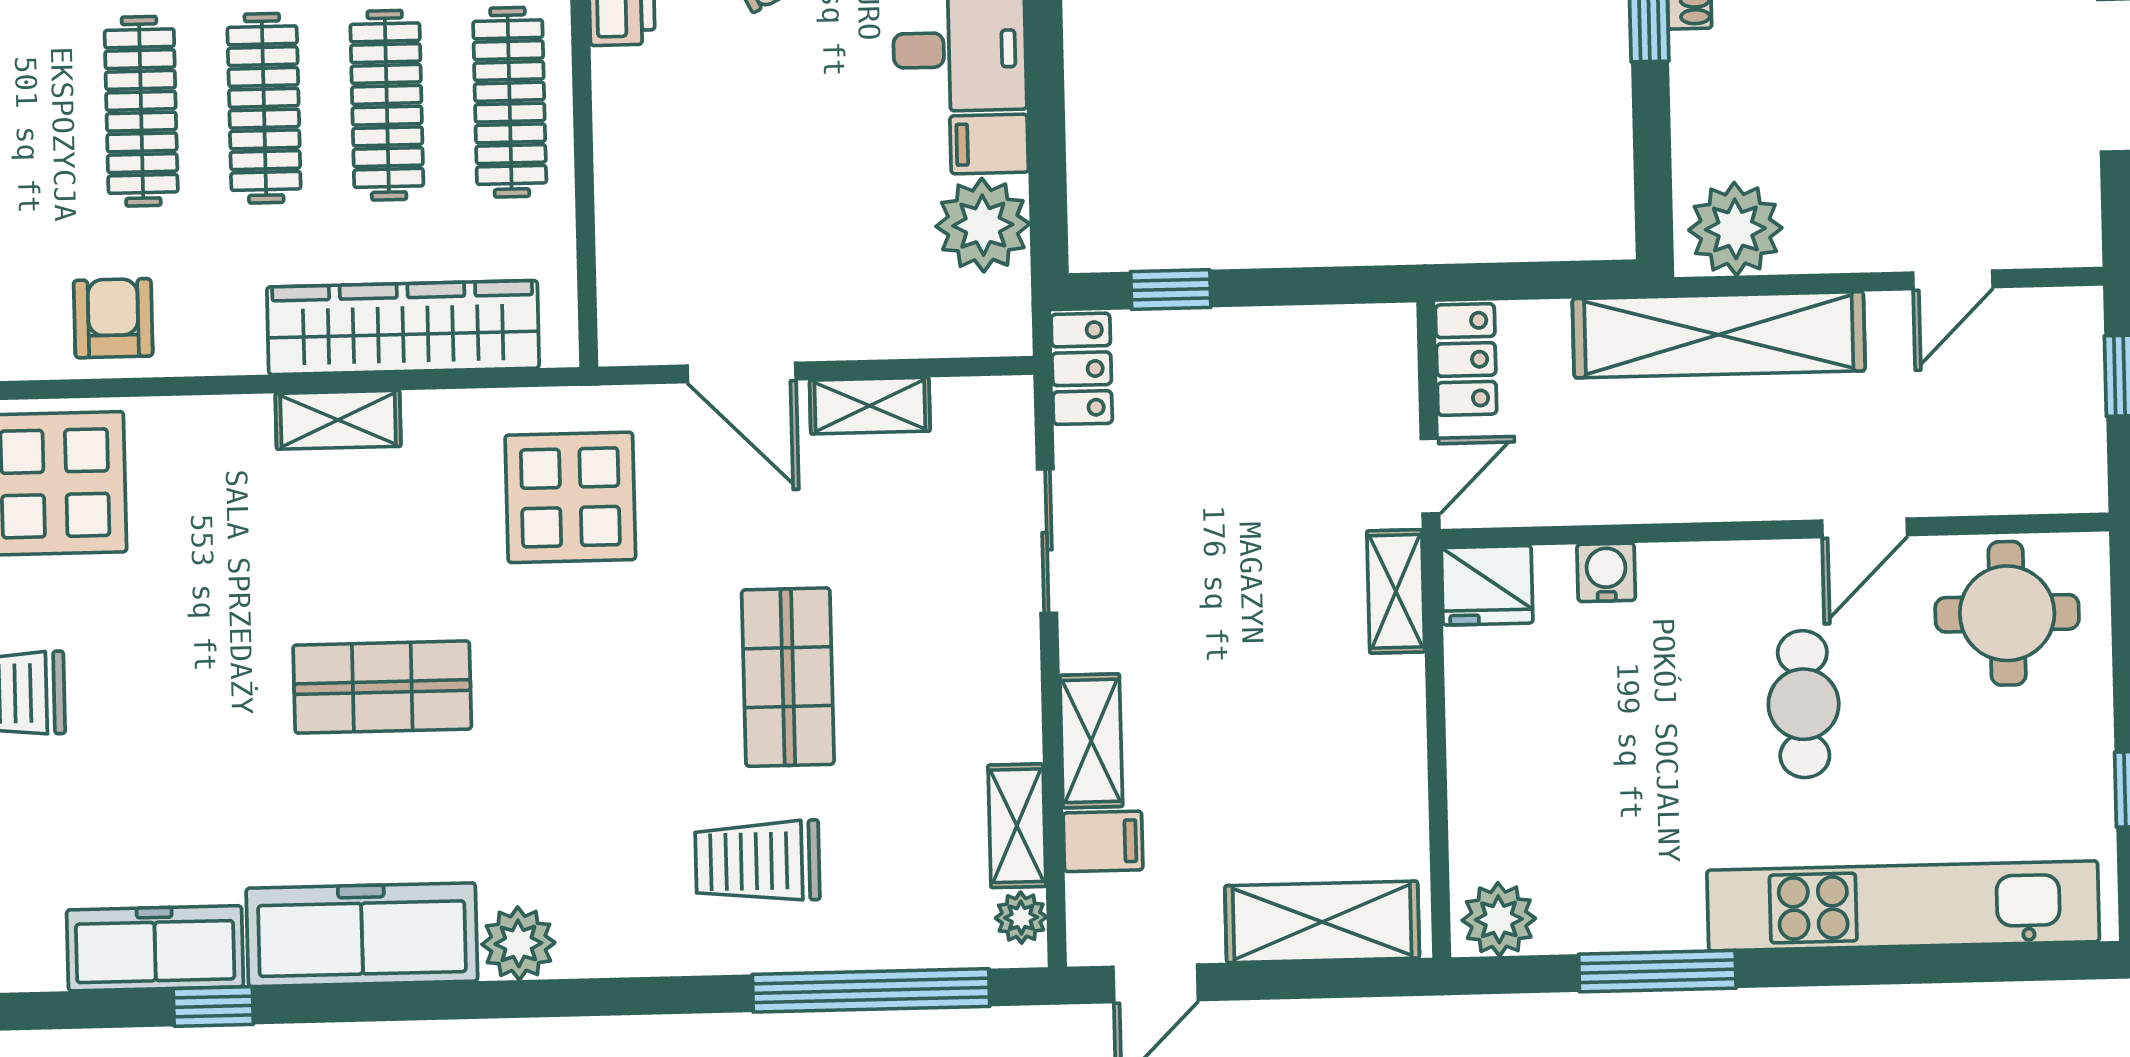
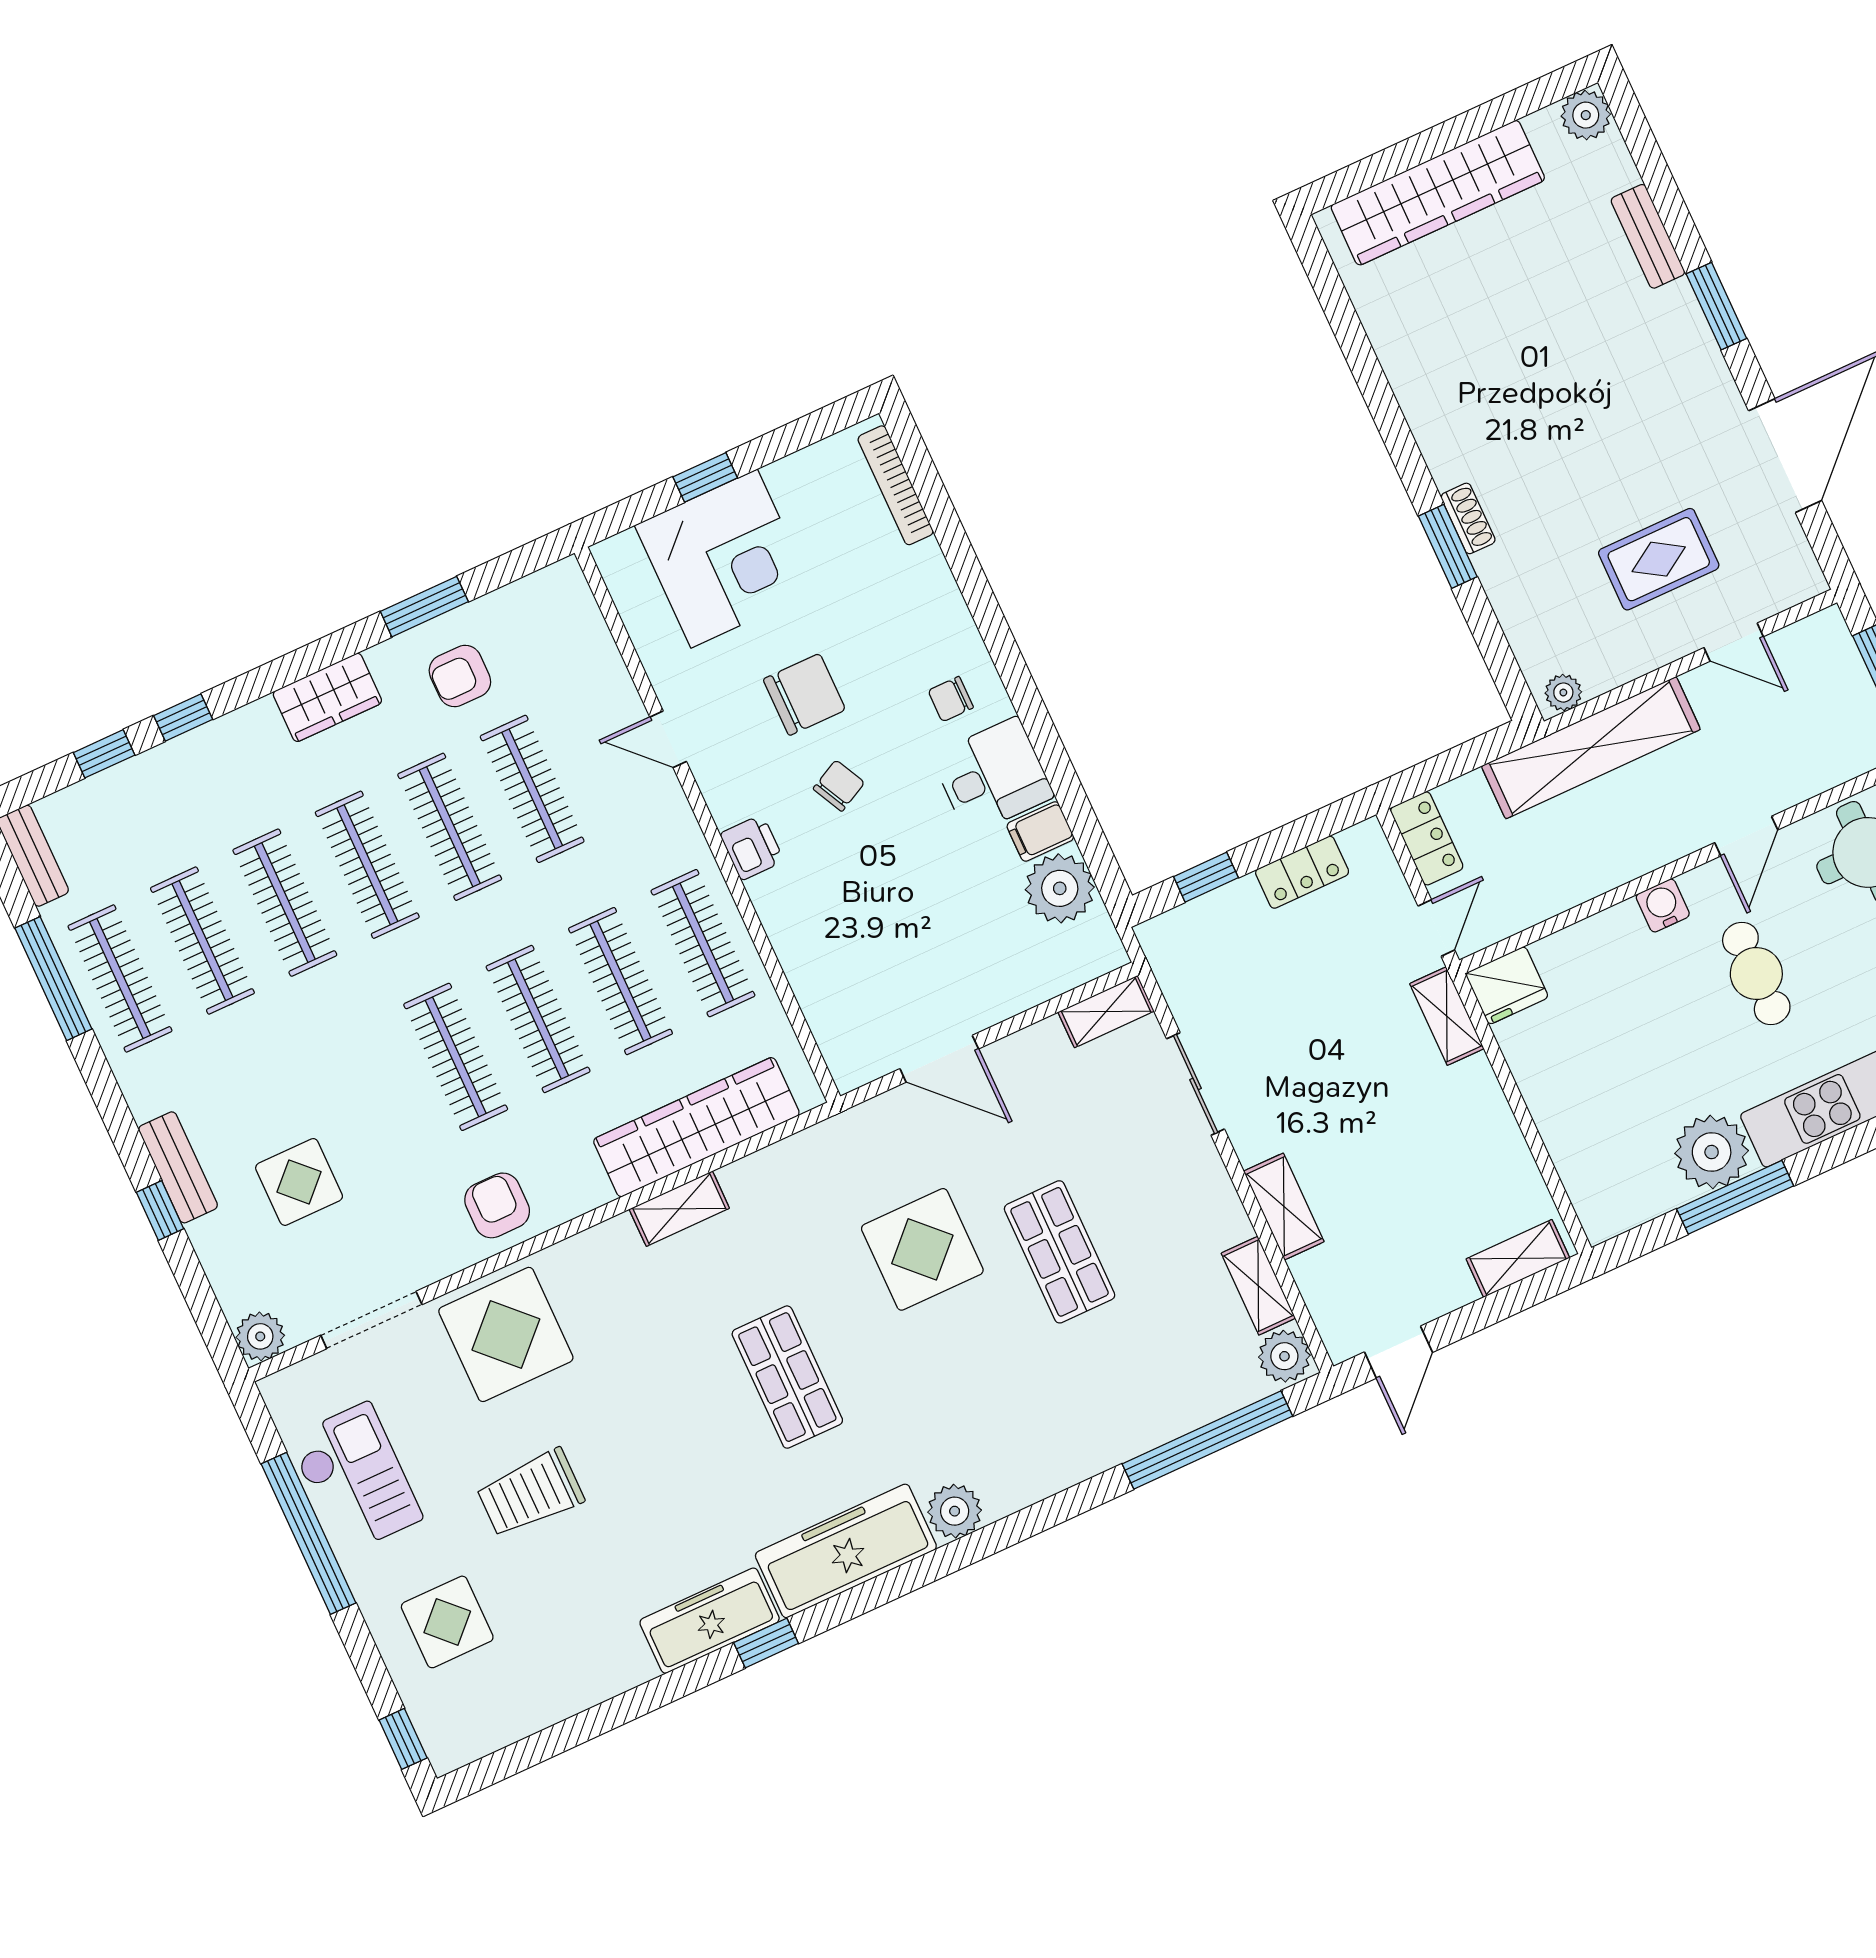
rug: (1904, 137) -> (1659, 559), added
plant: (1735, 229) -> (1563, 693), width x0.53, depth x0.53
door: (1953, 280) -> (1734, 642), hinge flipped
locker: (1082, 369) -> (1302, 872), moved, turned 90
shelving: (870, 406) -> (1106, 1012), moved
display table: (570, 497) -> (922, 1249), moved
water cooler: (1606, 572) -> (1663, 905), moved
shop shelf: (382, 687) -> (787, 1377), turned 90
filing cabinet: (1103, 841) -> (1321, 1271), removed
trolley: (757, 861) -> (1093, 1386), removed
plant: (1021, 918) -> (1284, 1356), width x1.38, depth x1.38
plant: (1499, 919) -> (1712, 1152), moved, width x1.36, depth x1.36
shelving: (1322, 922) -> (1518, 1258), width x0.67, depth x0.75

